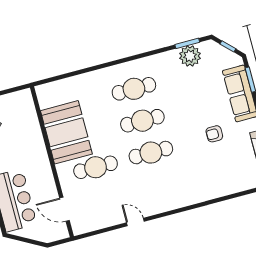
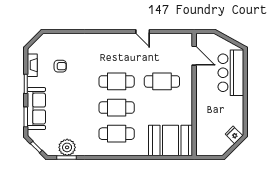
booth: (66, 132) -> (171, 140), moved, turned 90
armchair: (214, 134) -> (60, 66), moved

